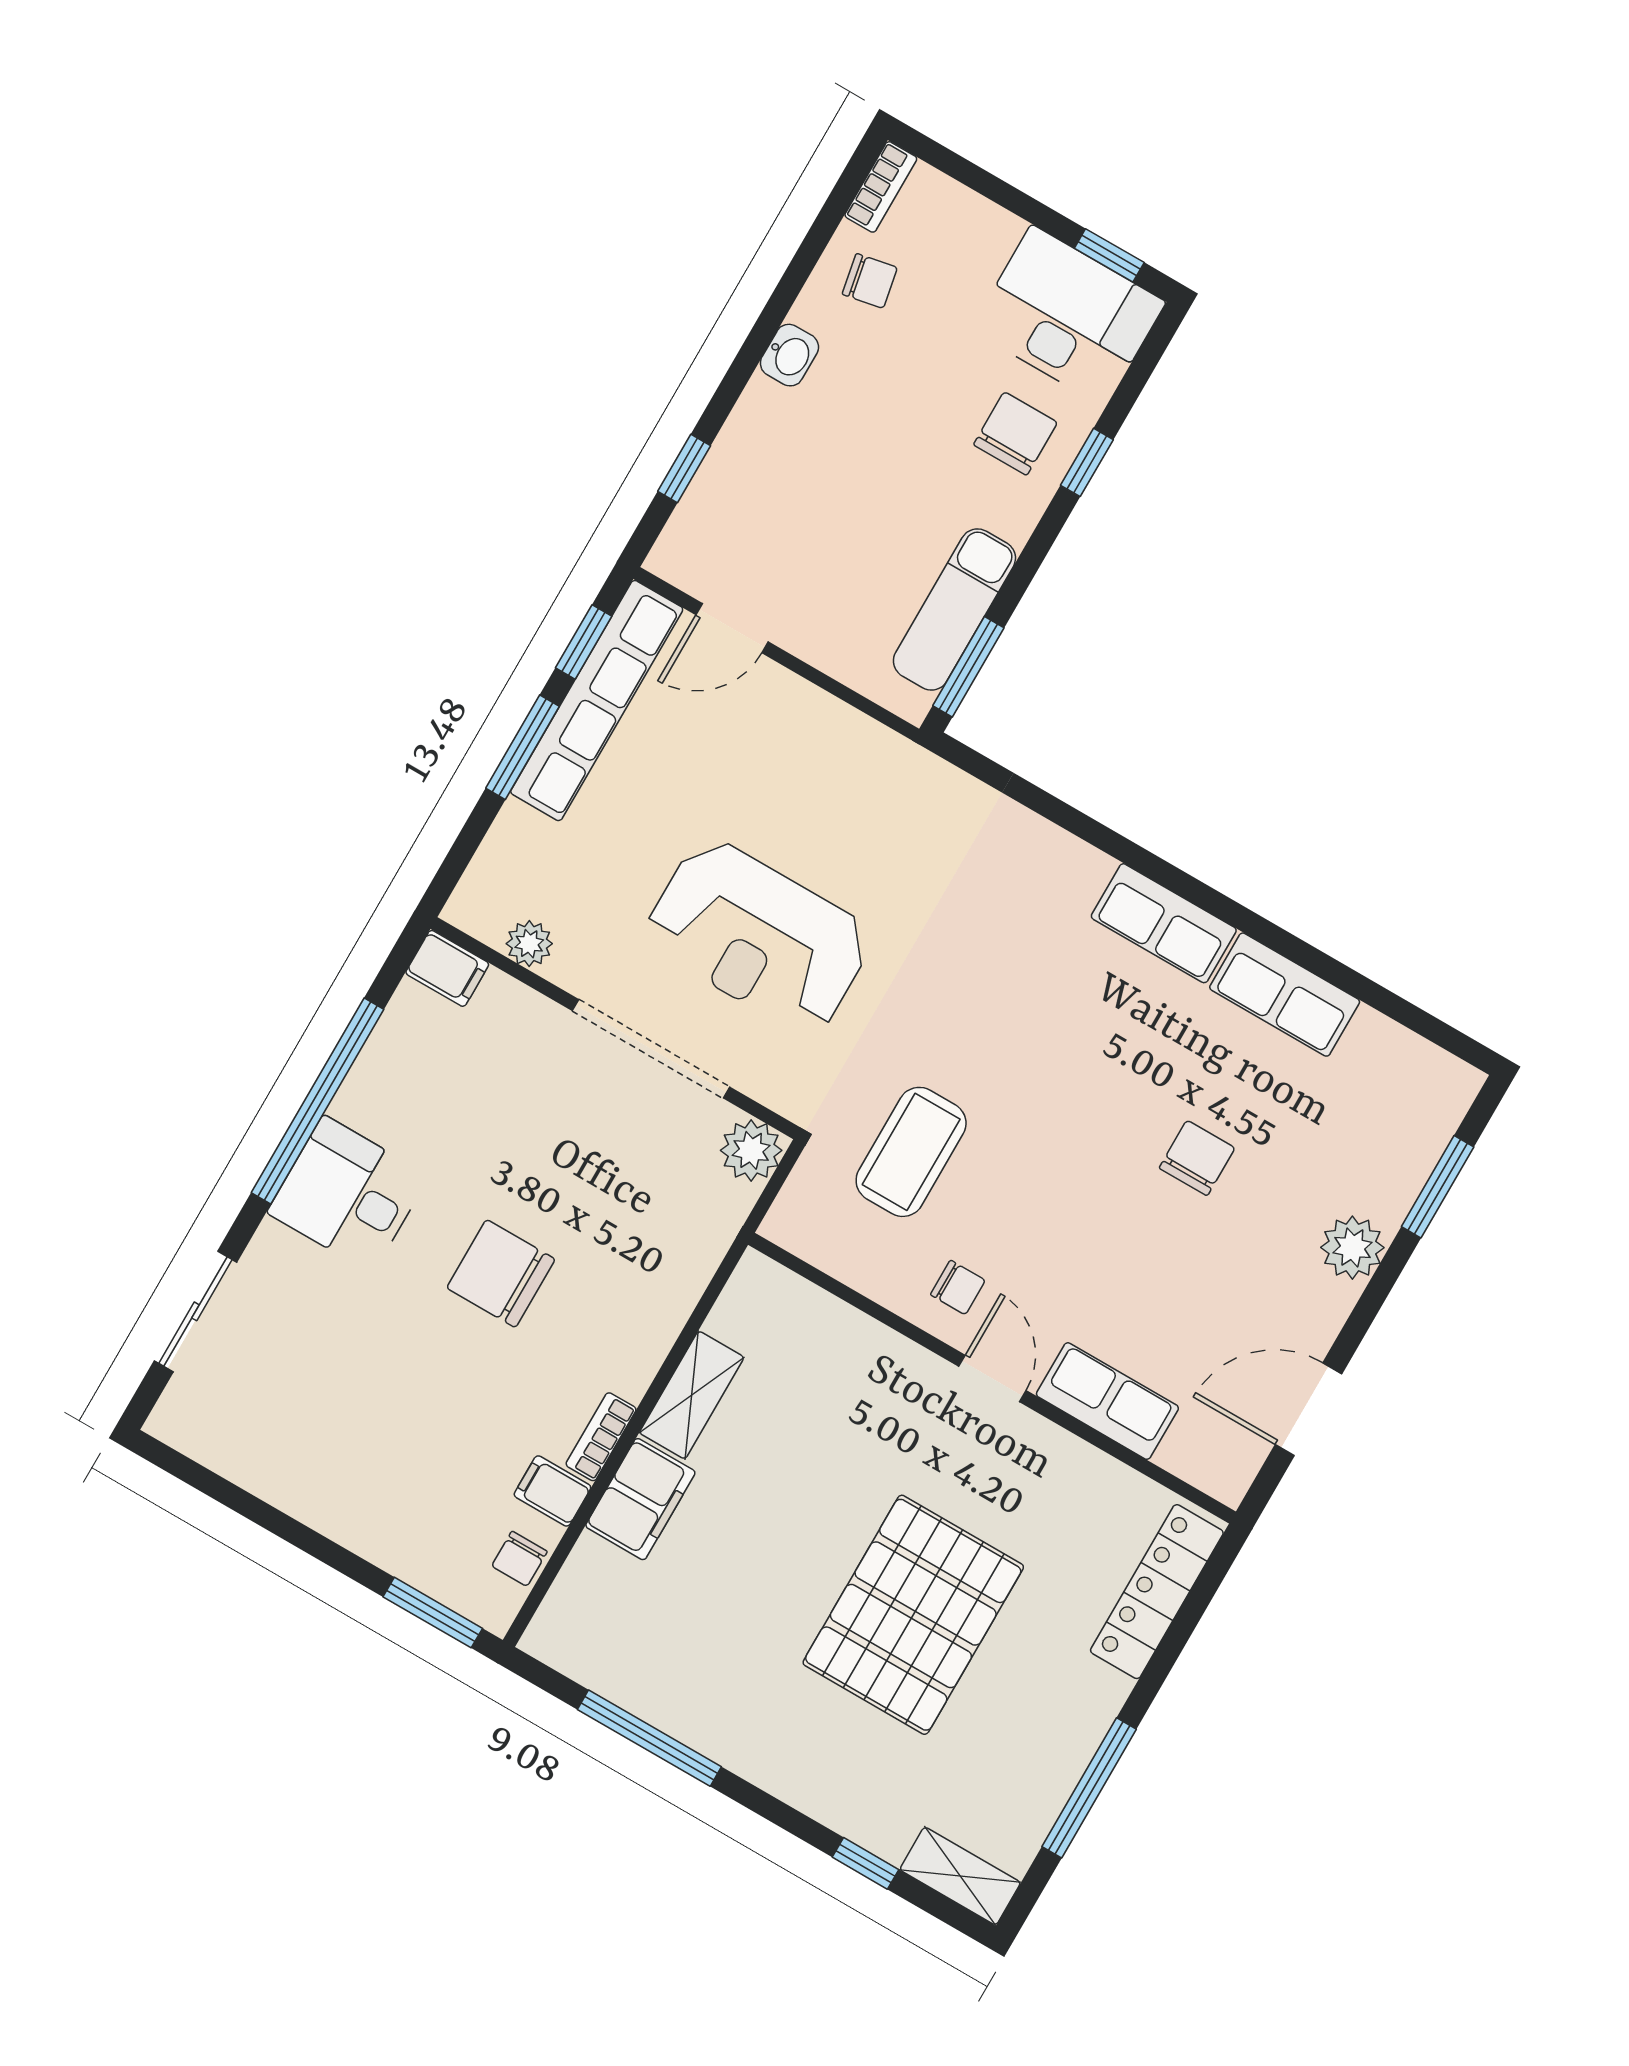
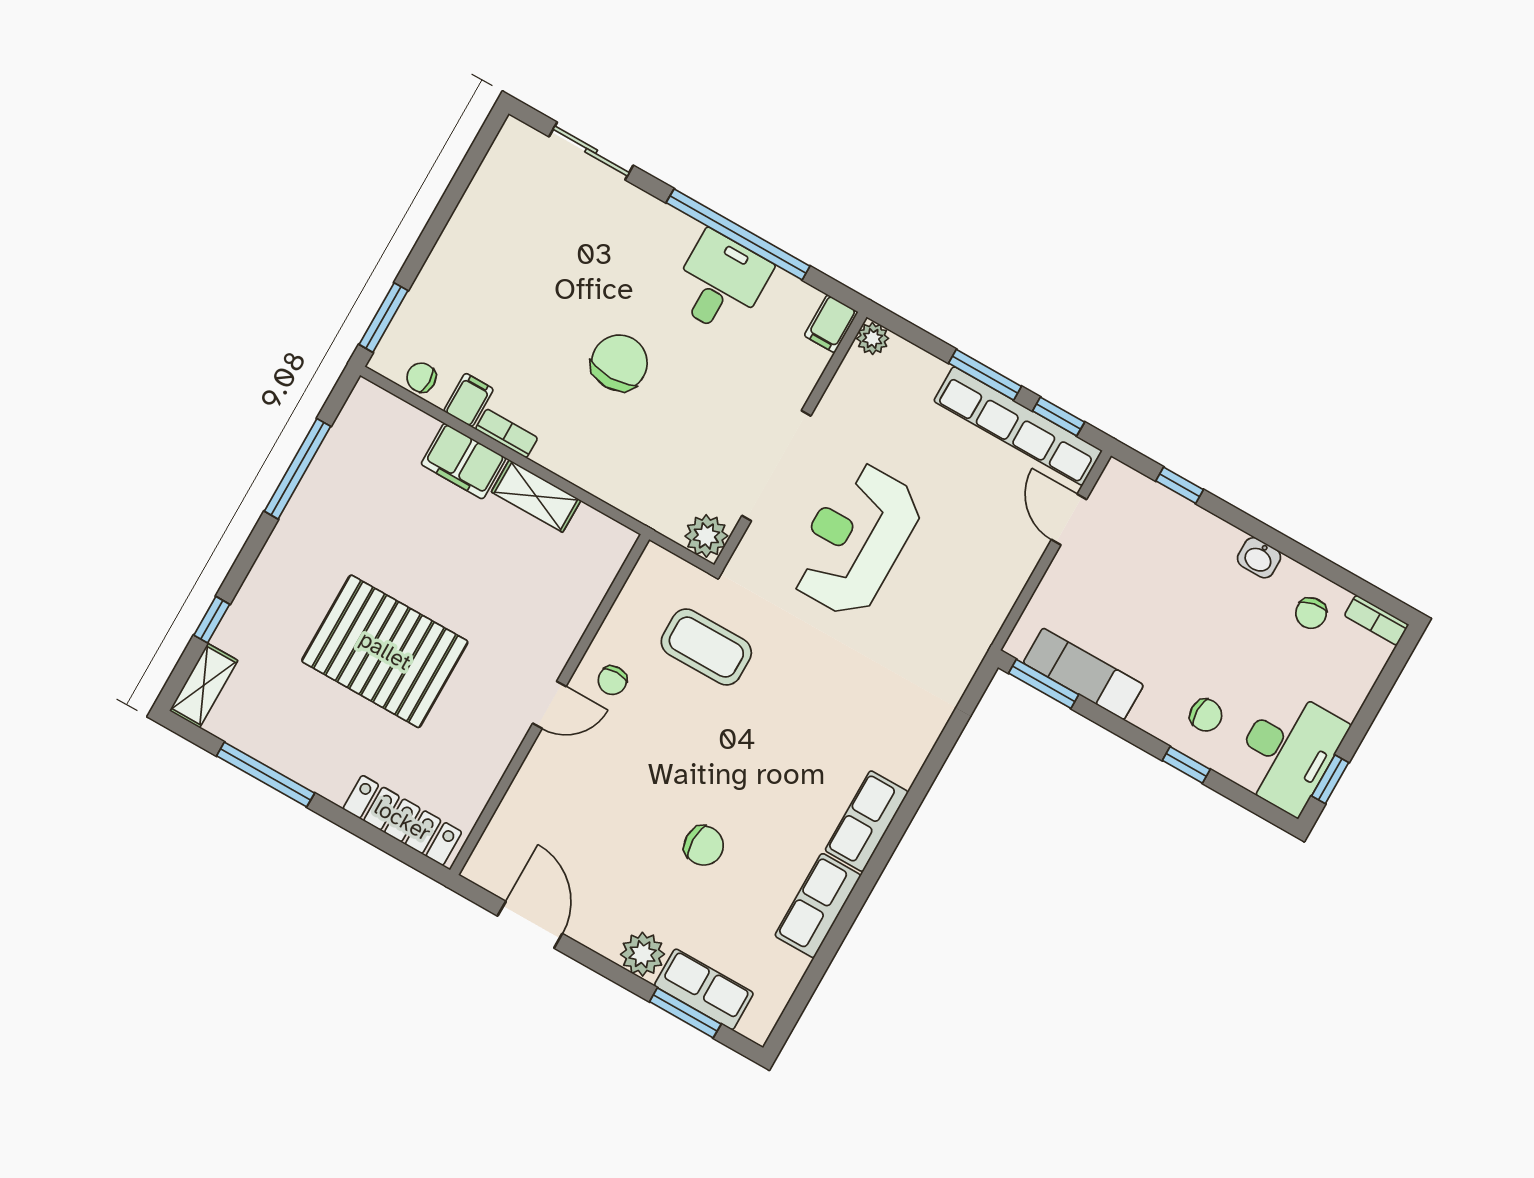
chair: (1015, 434) -> (1206, 715), width x0.73, depth x0.73
plant: (529, 944) -> (873, 338), moved
desk: (348, 1194) -> (720, 283), moved
row of seats: (1107, 1401) -> (704, 989), moved, turned -90

